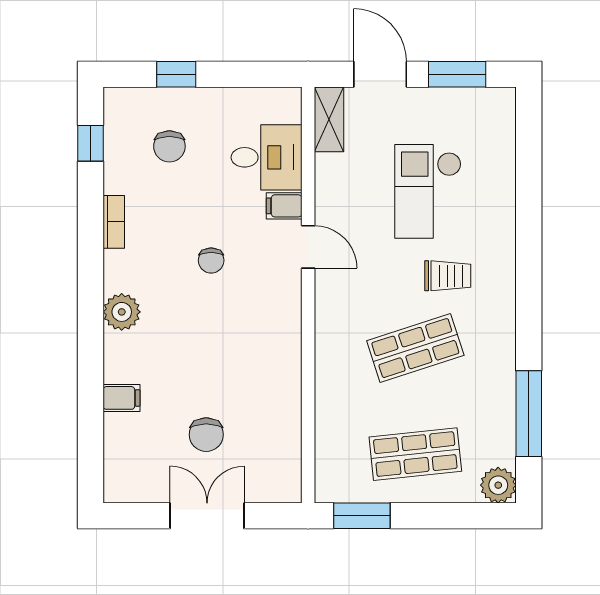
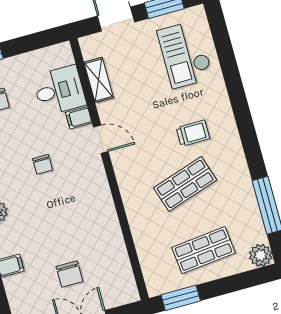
shelving: (329, 119) -> (99, 80), moved
checkout: (428, 191) -> (185, 54), moved

